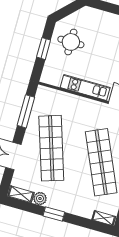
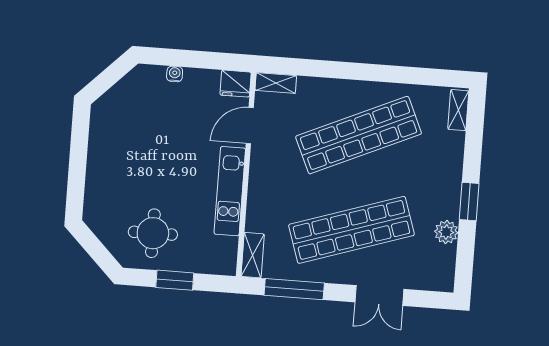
shelving: (21, 194) -> (253, 255), moved

